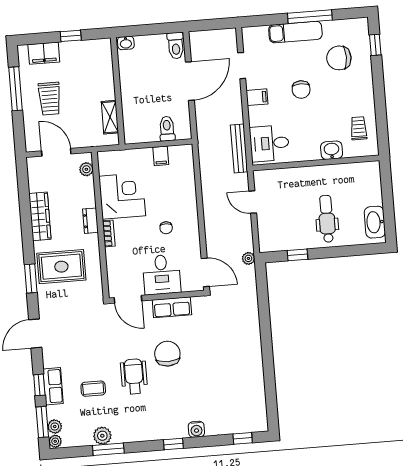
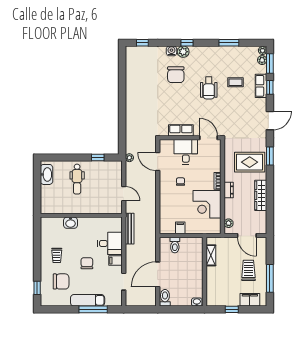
window: (310, 17) -> (93, 309), moved
trolley: (359, 128) -> (57, 255), moved
desk: (269, 143) -> (110, 243), moved
door: (205, 272) -> (158, 162), moved
chair: (167, 354) -> (176, 75), moved
plant: (102, 436) -> (183, 52), moved

